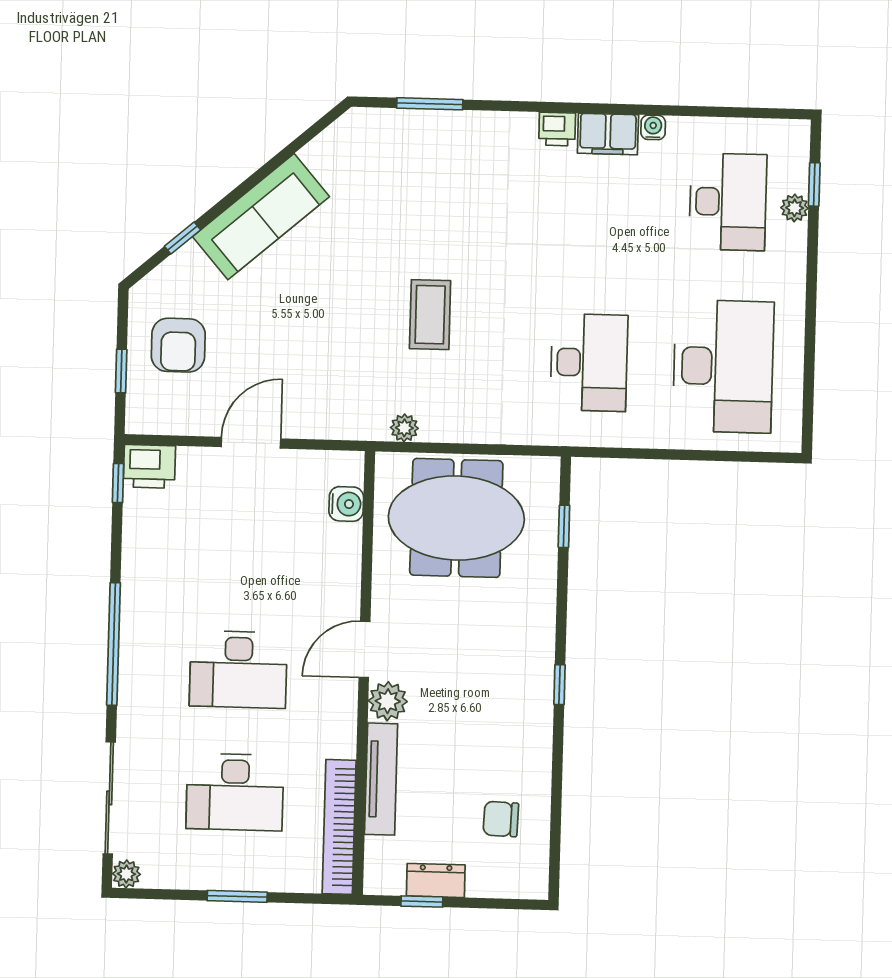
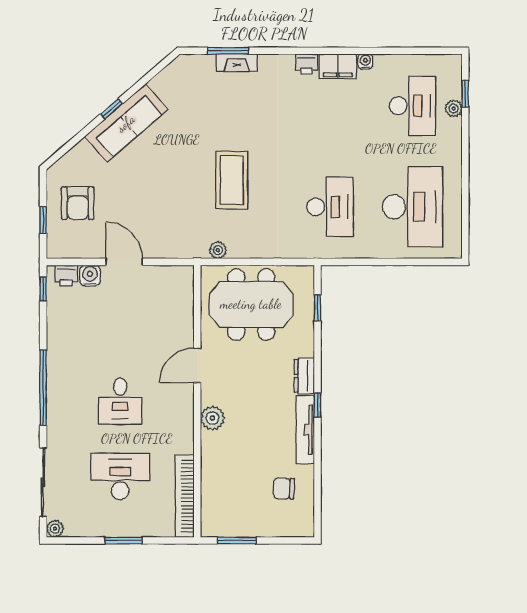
fireplace: (444, 124) -> (237, 63), added
window: (182, 238) -> (111, 109), moved
coffee table: (430, 315) -> (232, 180), width x1.36, depth x1.32
door: (251, 443) -> (124, 262), hinge flipped
printer: (149, 466) -> (66, 276), width x0.73, depth x0.81
water cooler: (346, 504) -> (90, 276), moved, turned -90
door: (364, 649) -> (197, 365), moved
desk: (238, 669) -> (120, 401), width x0.73
tv unit: (381, 779) -> (305, 430), moved, turned 180
desk: (235, 792) -> (120, 476), turned 180
dresser: (436, 880) -> (304, 376), moved, turned -90
window: (422, 902) -> (237, 540), width x1.50

